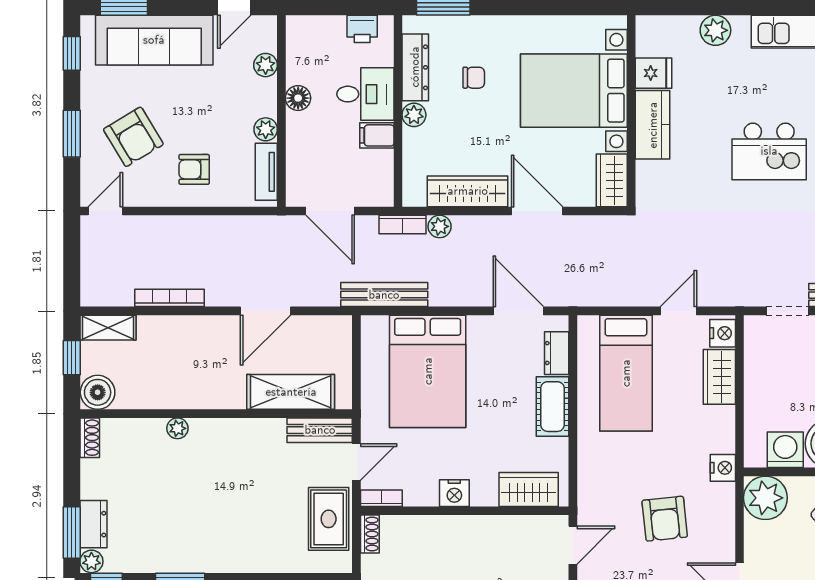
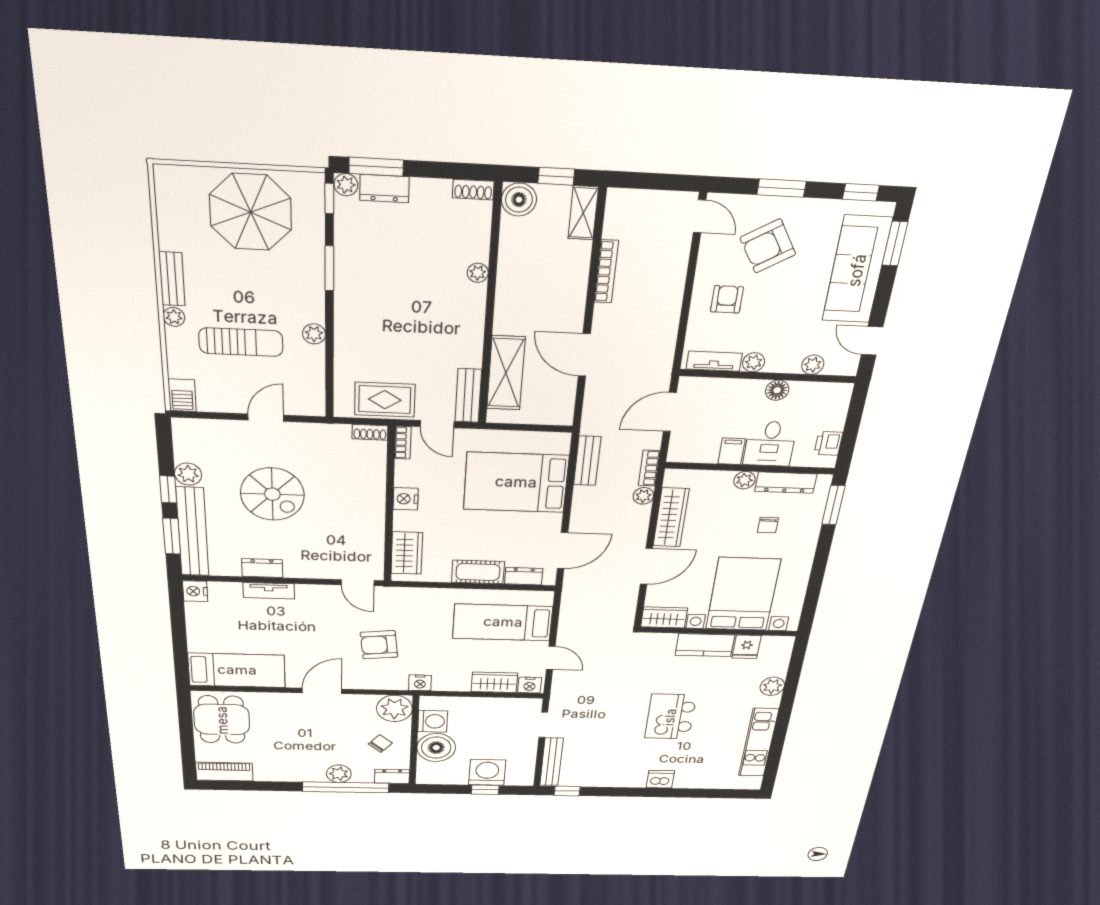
bench: (384, 295) -> (587, 461), width x0.73

